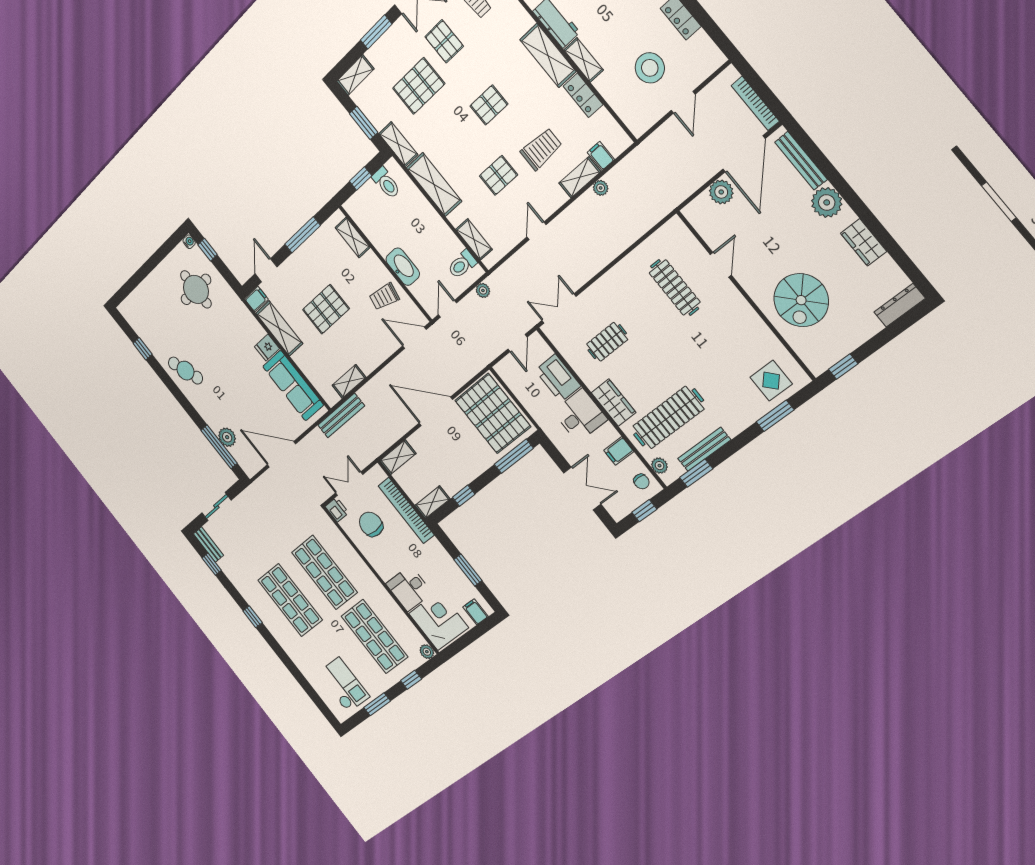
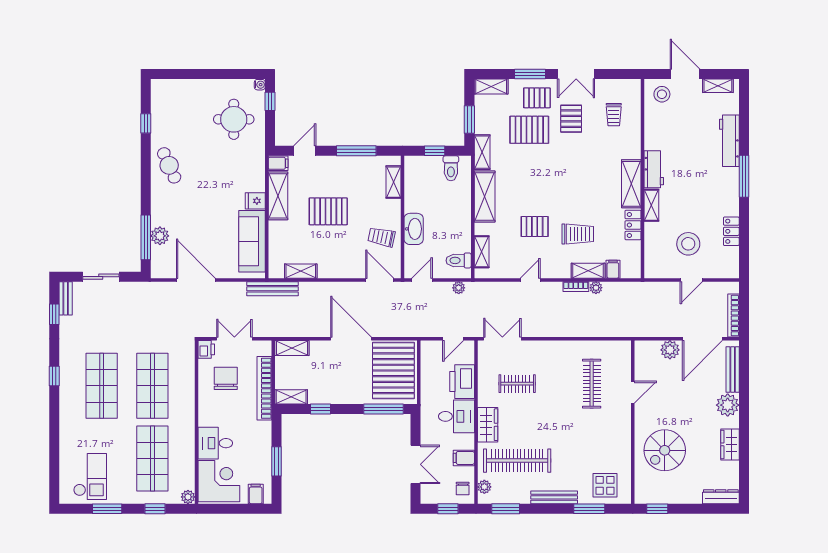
pallet: (489, 105) -> (537, 98), moved
bookcase: (582, 203) -> (576, 287), added
bench: (704, 449) -> (554, 497), moved

